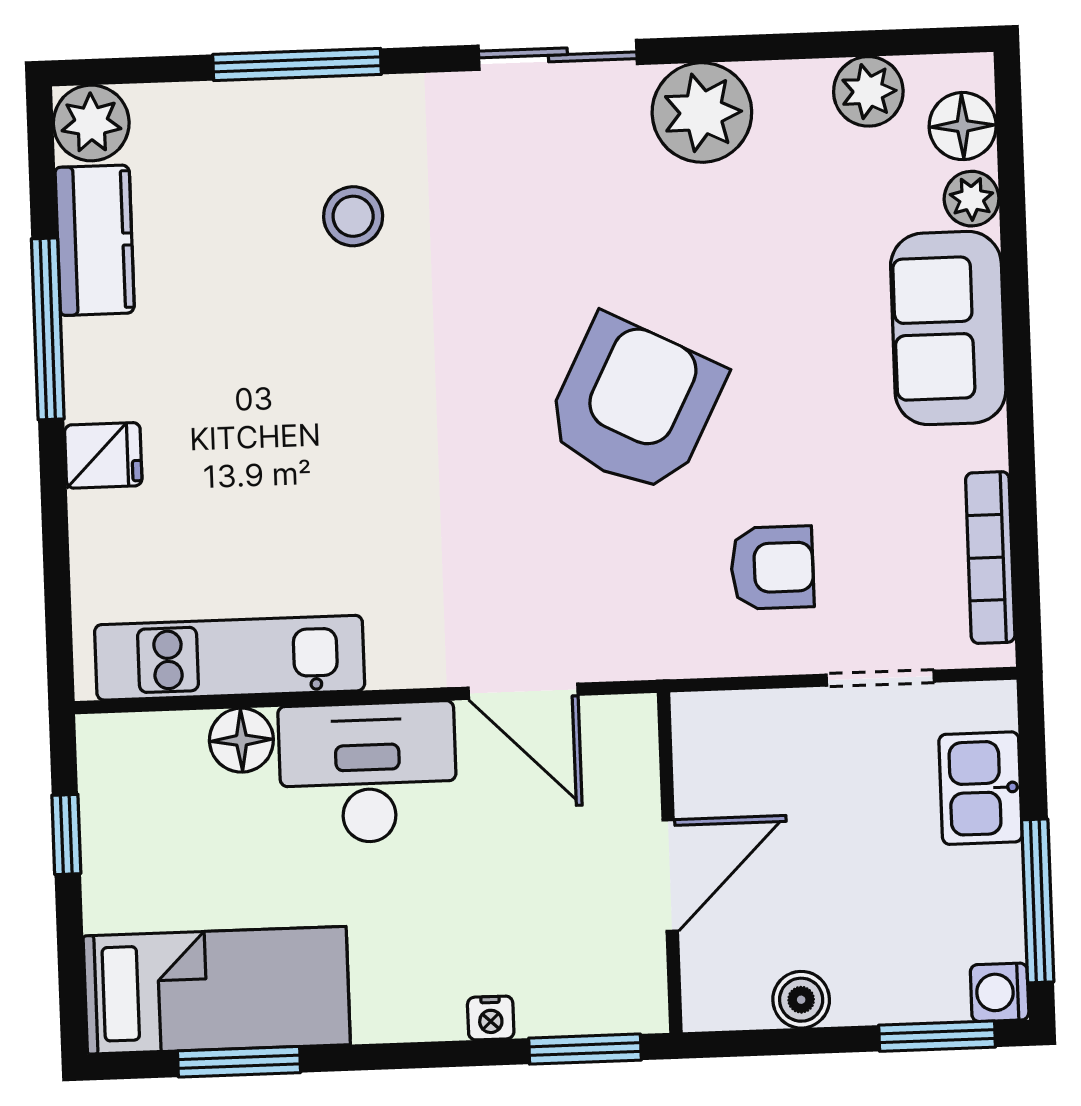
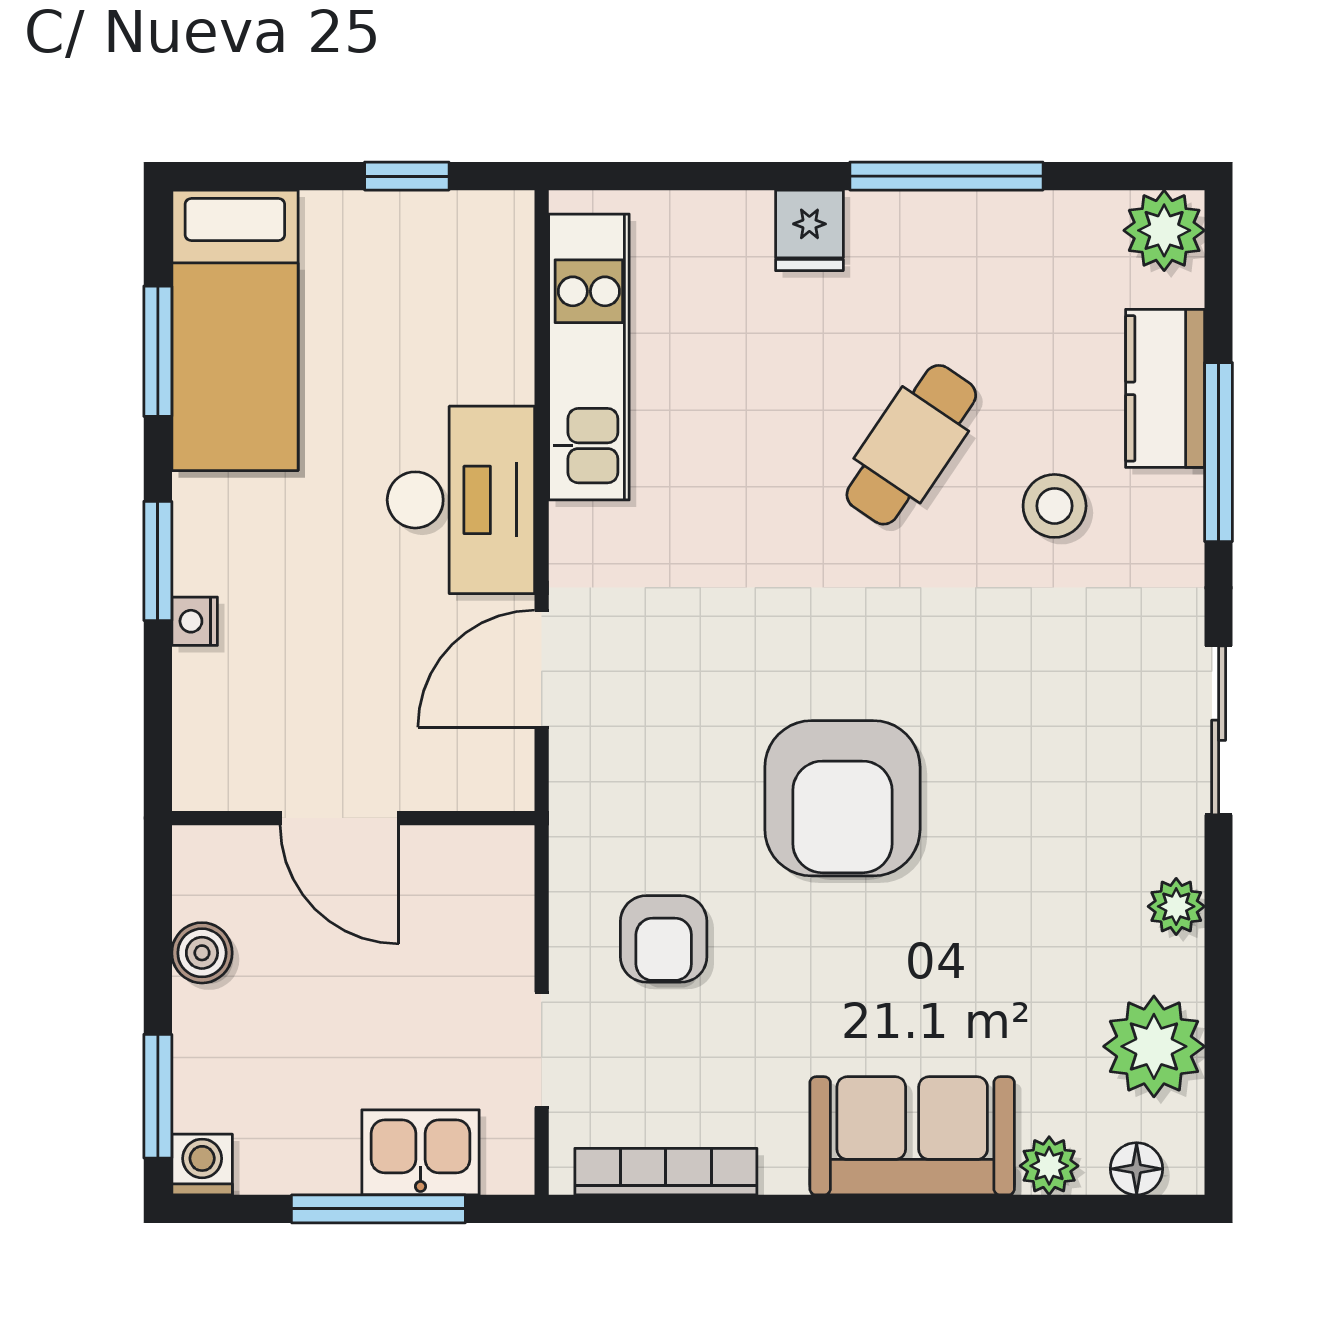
plant: (868, 91) -> (1154, 1046), width x1.36, depth x1.36
plant: (702, 113) -> (1176, 906), width x0.53, depth x0.53
floor lamp: (963, 126) -> (1137, 1169), width x0.73, depth x0.73
kitchen counter: (95, 240) -> (1165, 388), moved, turned 90
cafe table: (301, 353) -> (911, 445), added
armchair: (634, 405) -> (842, 798), turned 63
floor lamp: (241, 740) -> (500, 366), removed
window: (1038, 901) -> (378, 1209), moved
window: (585, 1049) -> (158, 561), moved

